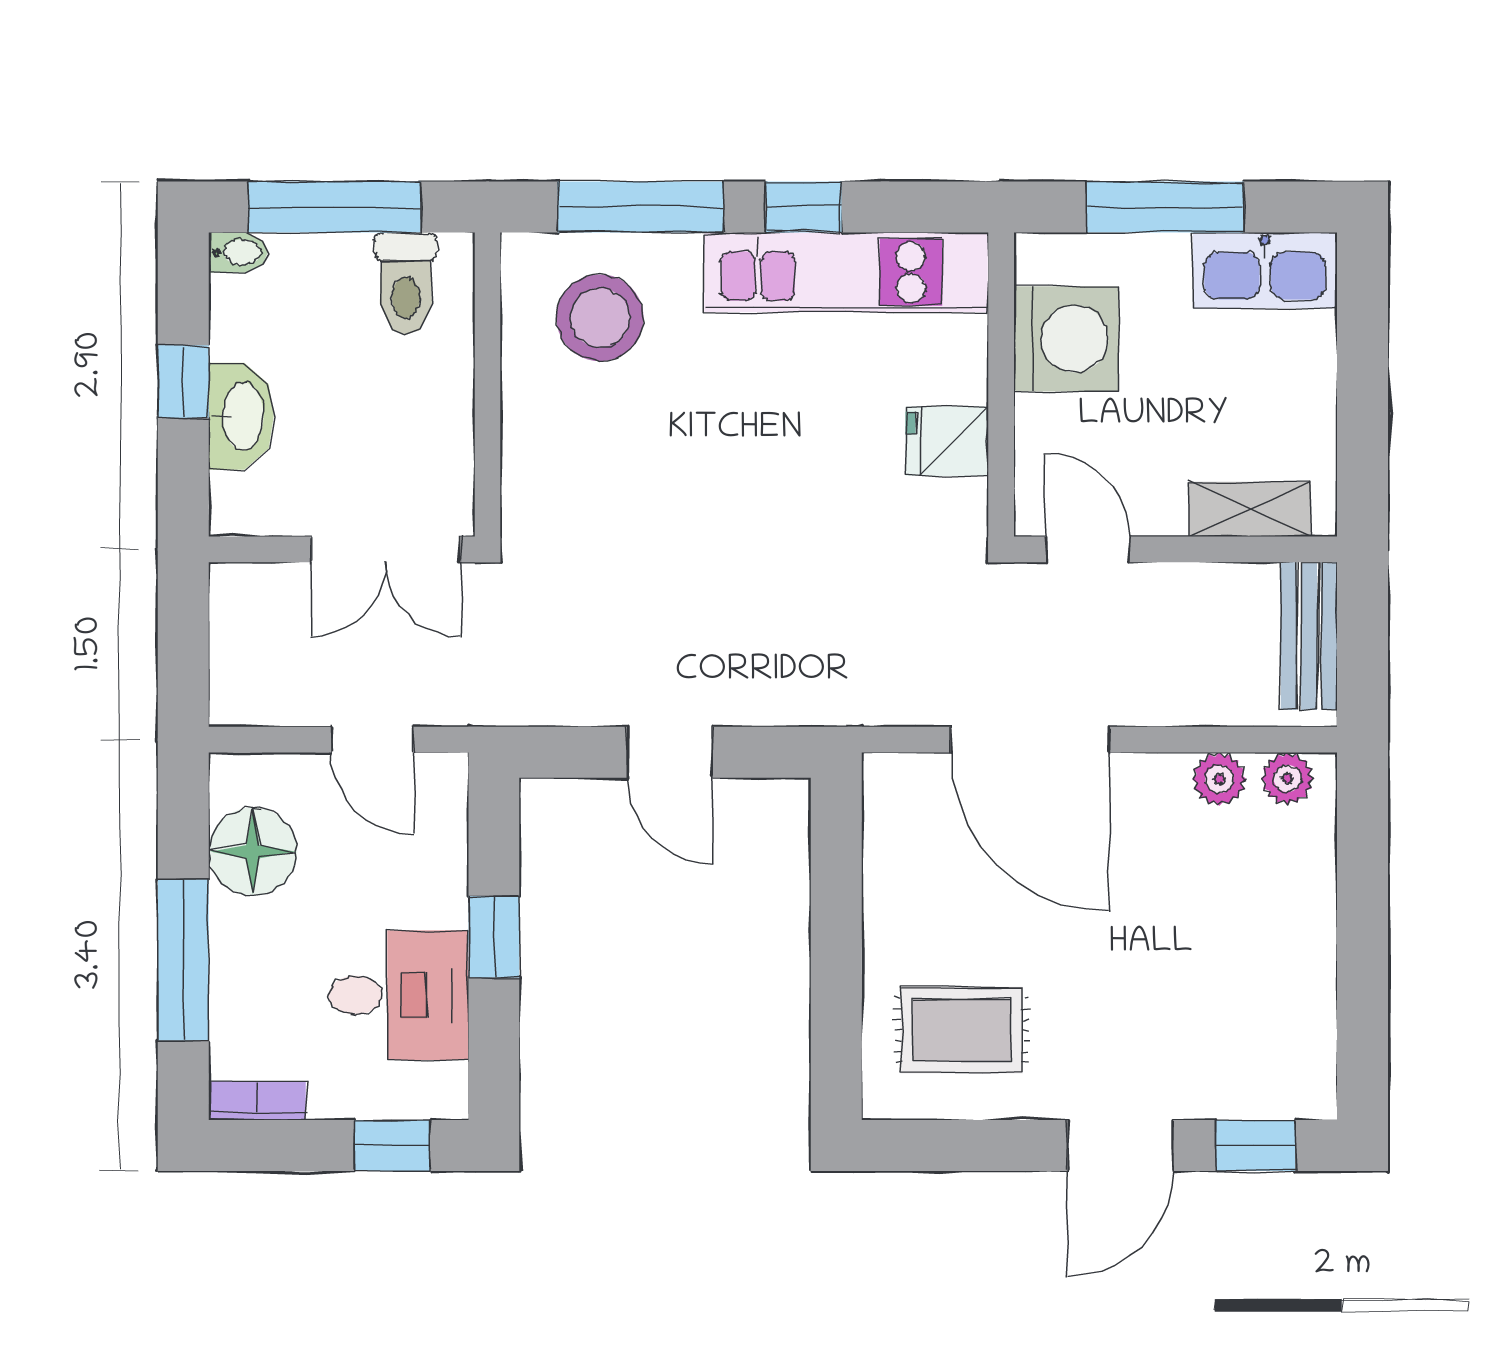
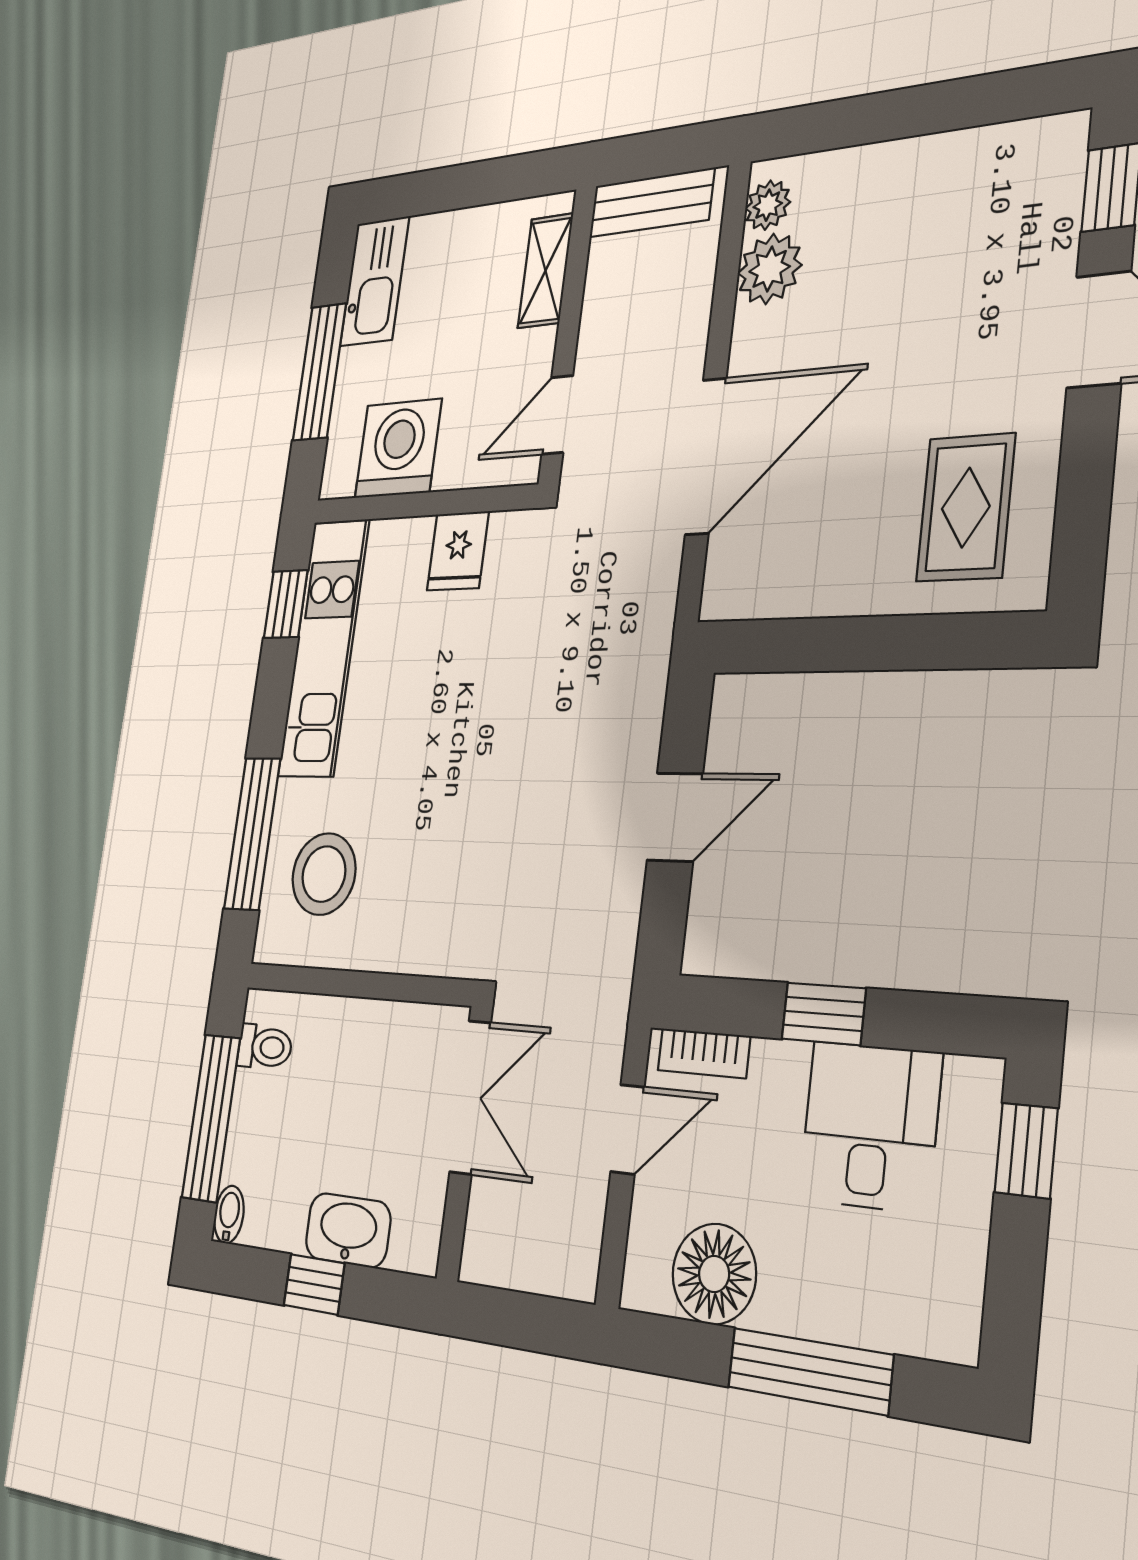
window: (804, 207) -> (286, 604), moved
toilet: (406, 283) -> (265, 1047), width x0.73, depth x0.72
plant: (1219, 779) -> (770, 269), width x1.38, depth x1.38
bookcase: (257, 1101) -> (704, 1053), moved, turned -90

